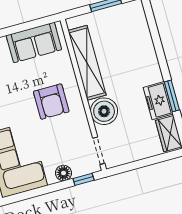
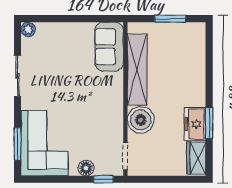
sofa: (34, 42) -> (109, 47), moved, turned 90
armchair: (51, 102) -> (93, 97), removed

